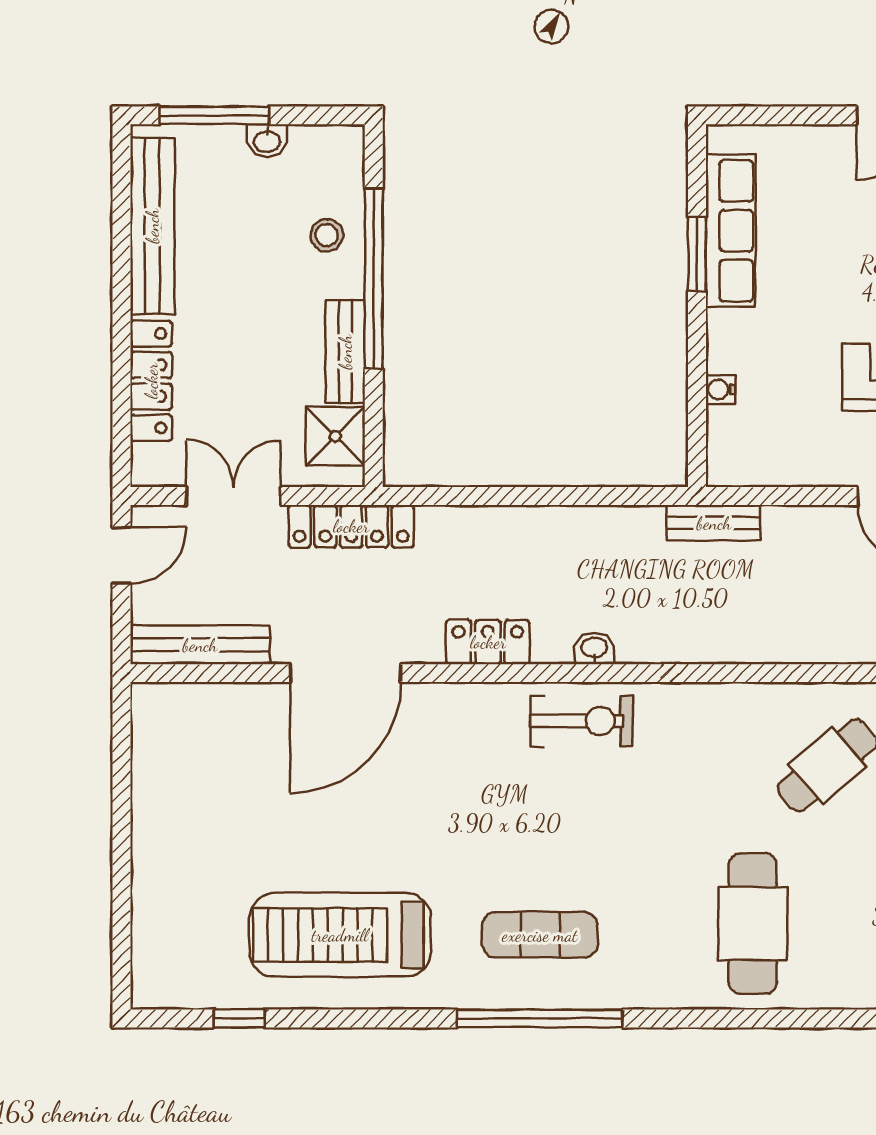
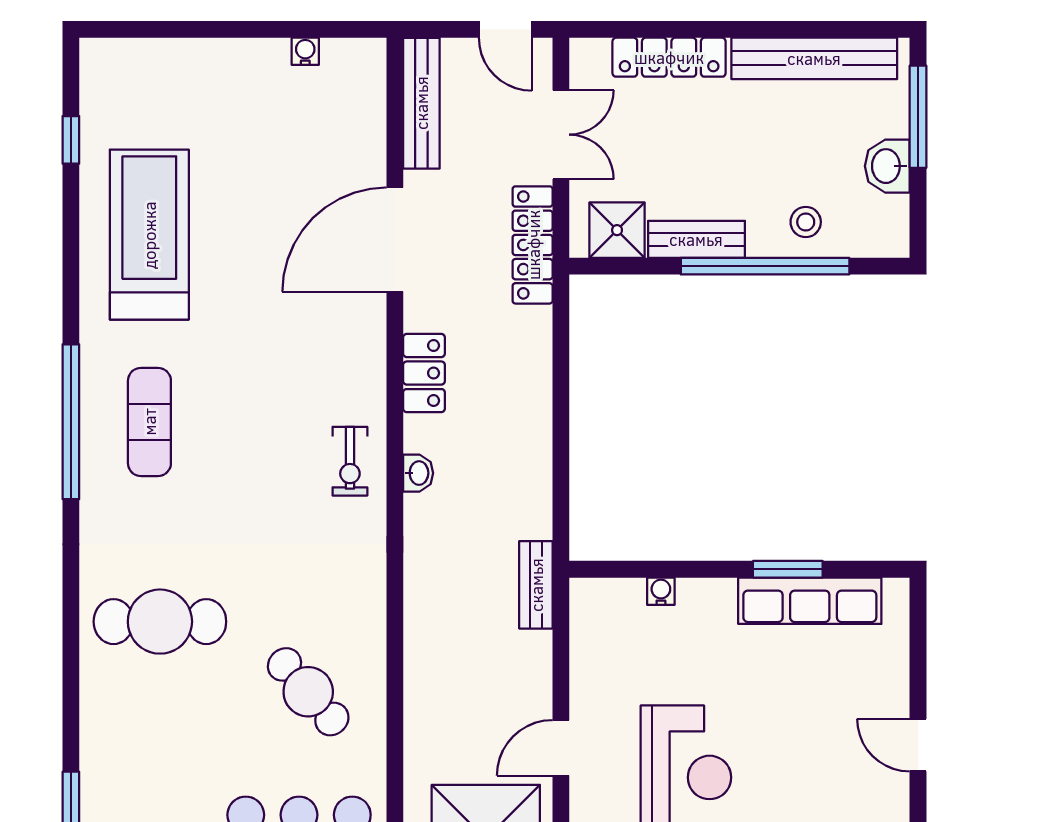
washbasin: (267, 141) -> (887, 166), width x1.38, depth x1.45
door: (345, 673) -> (395, 240), hinge flipped
exercise bike: (582, 721) -> (350, 461), width x0.73, depth x0.72
water cooler: (145, 769) -> (305, 51), added

